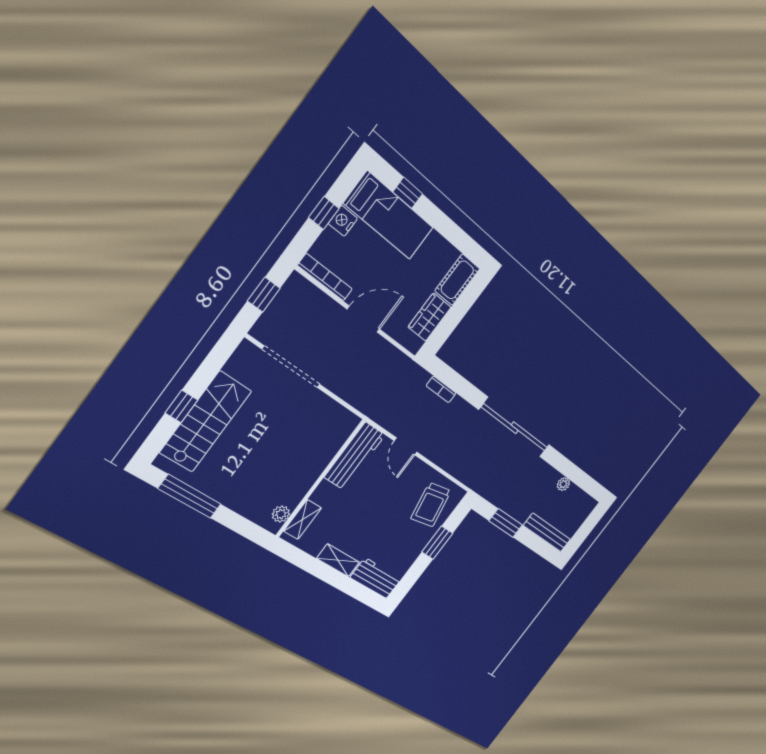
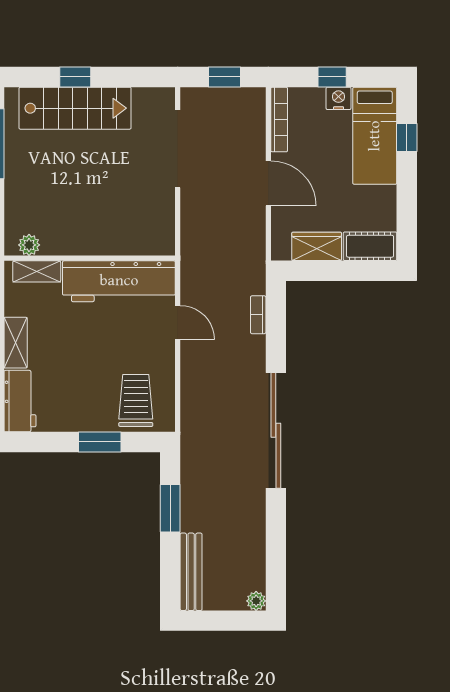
door: (406, 446) -> (178, 323), swing flipped
workbench: (355, 456) -> (119, 281), width x1.36, depth x1.32
plant: (563, 484) -> (256, 601), moved
trolley: (431, 505) -> (136, 400), turned 101

